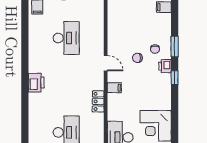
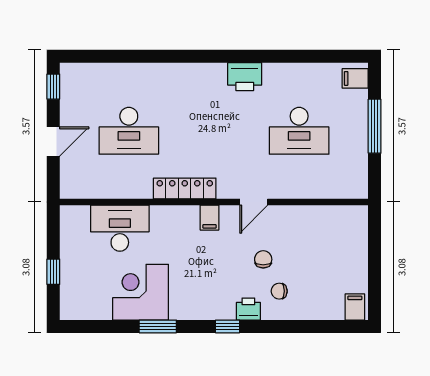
window: (175, 47) -> (158, 326), moved
printer: (36, 83) -> (245, 77), moved
locker: (98, 101) -> (185, 188), width x1.53

